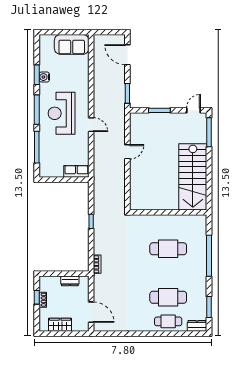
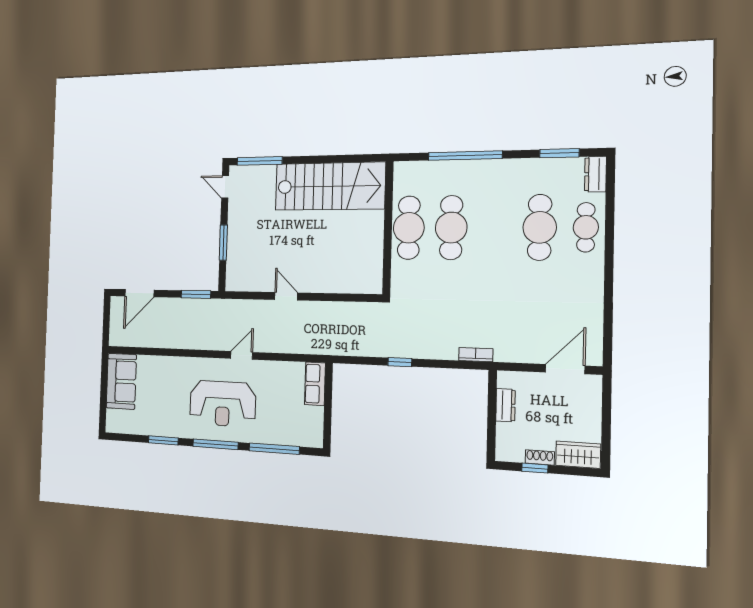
water cooler: (44, 77) -> (167, 428), removed
cafe table: (168, 225) -> (409, 228), added
wardrobe: (60, 325) -> (578, 455), moved, turned 90

